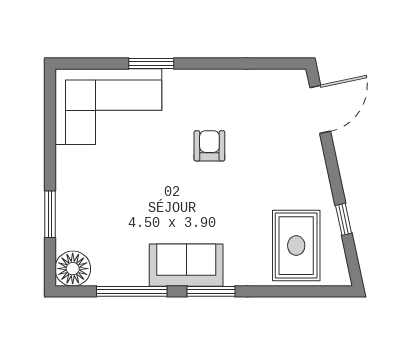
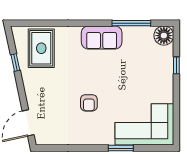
window: (50, 214) -> (176, 65), width x0.67
window: (211, 291) -> (88, 23), removed

